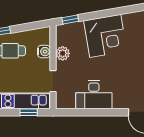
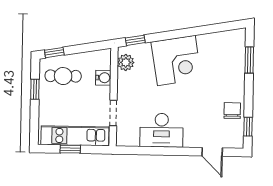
plant: (63, 53) -> (126, 62), moved
window: (29, 112) -> (70, 149), moved

